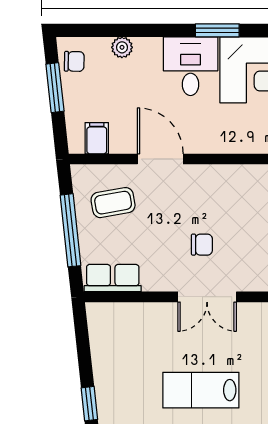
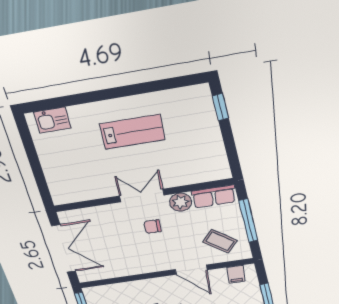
coffee table: (113, 203) -> (220, 241), turned 48
plant: (158, 277) -> (181, 202), added

